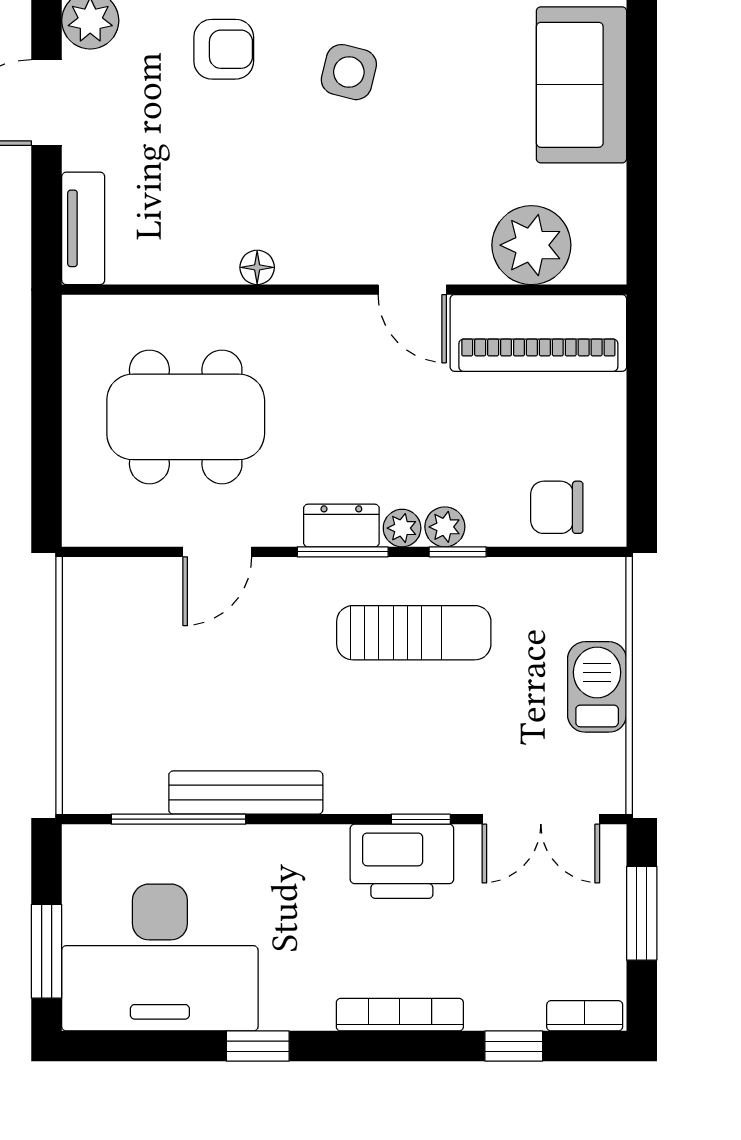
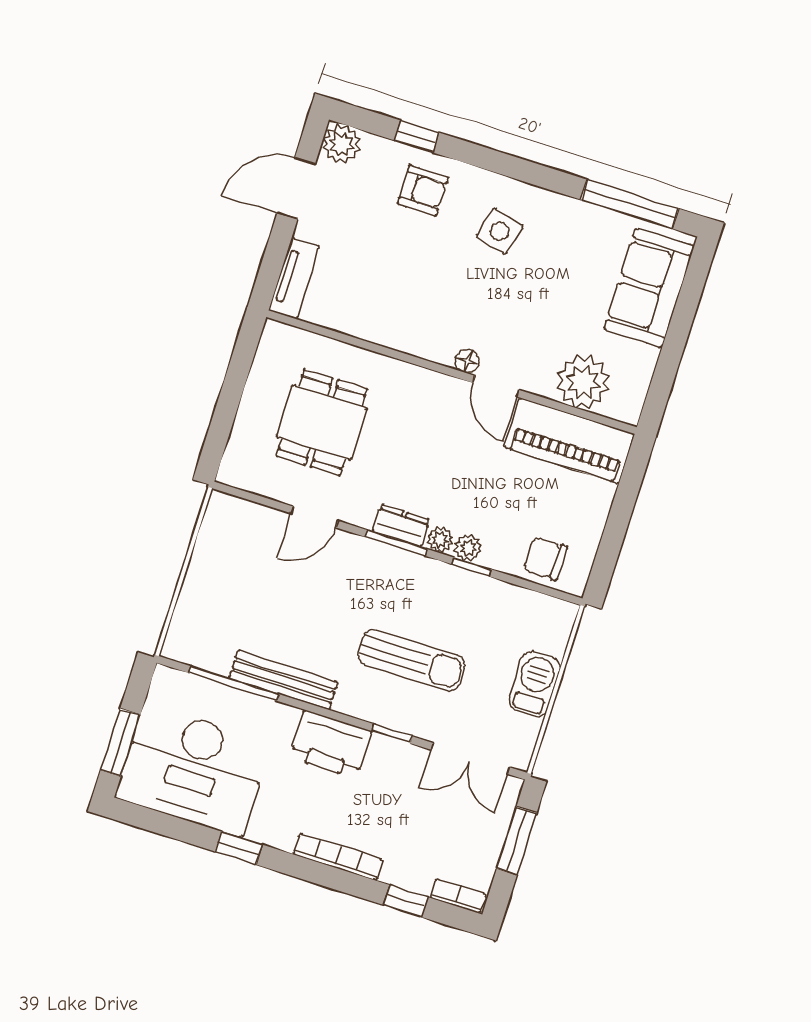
floor lamp: (257, 267) -> (467, 361), moved
dining table: (186, 417) -> (322, 422), width x0.73
sun lounger: (414, 633) -> (411, 660), moved
printer: (402, 861) -> (330, 744), moved

